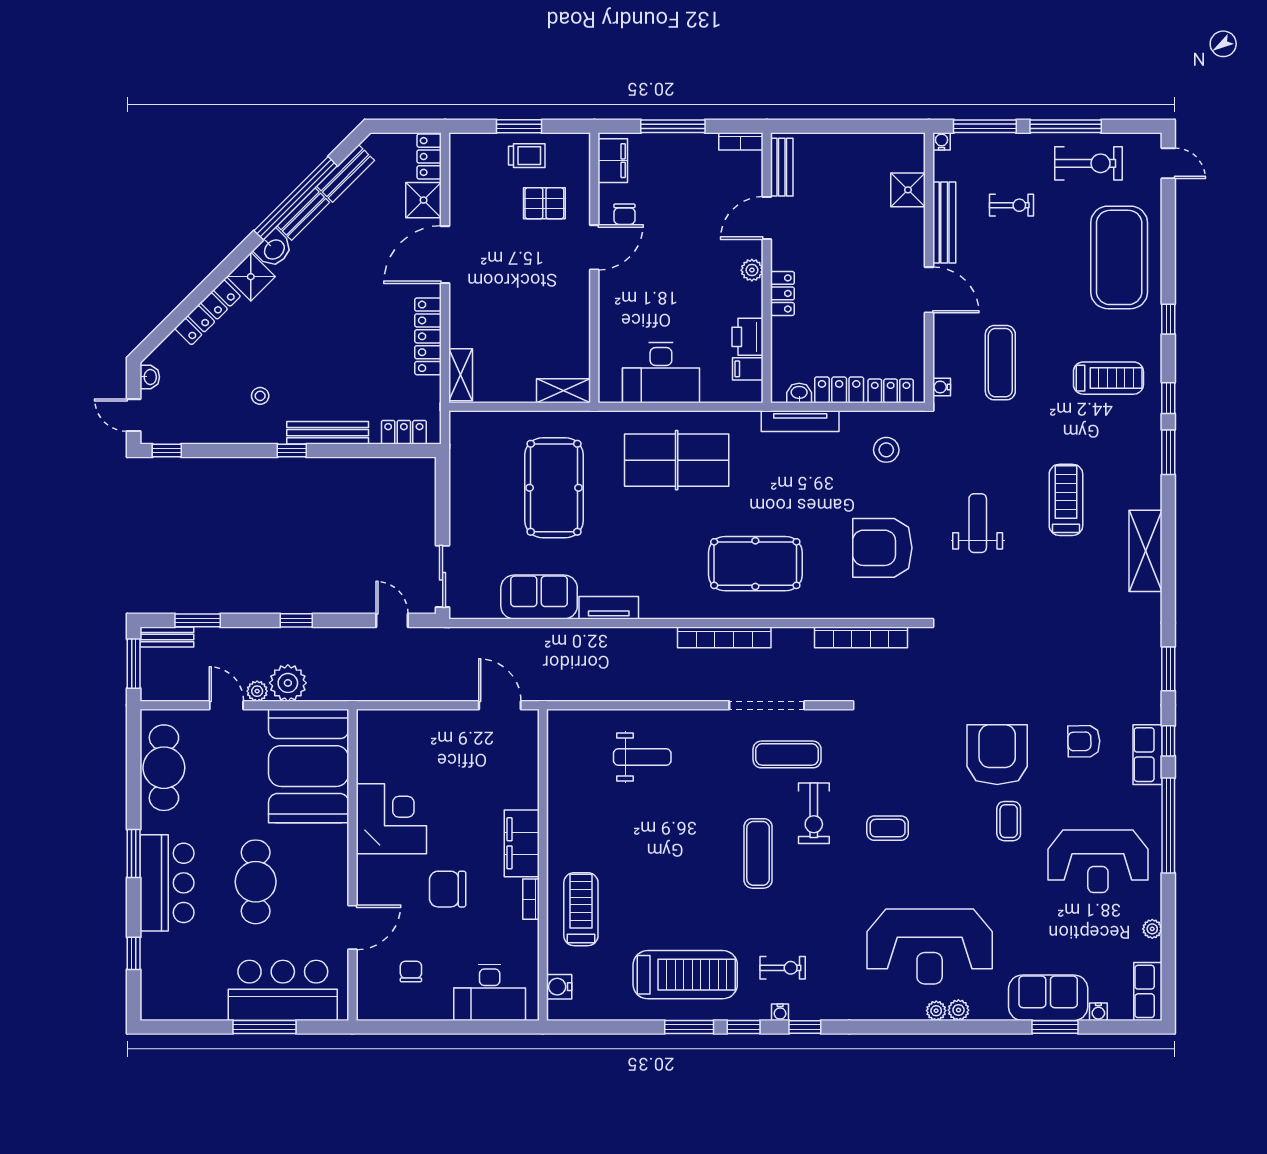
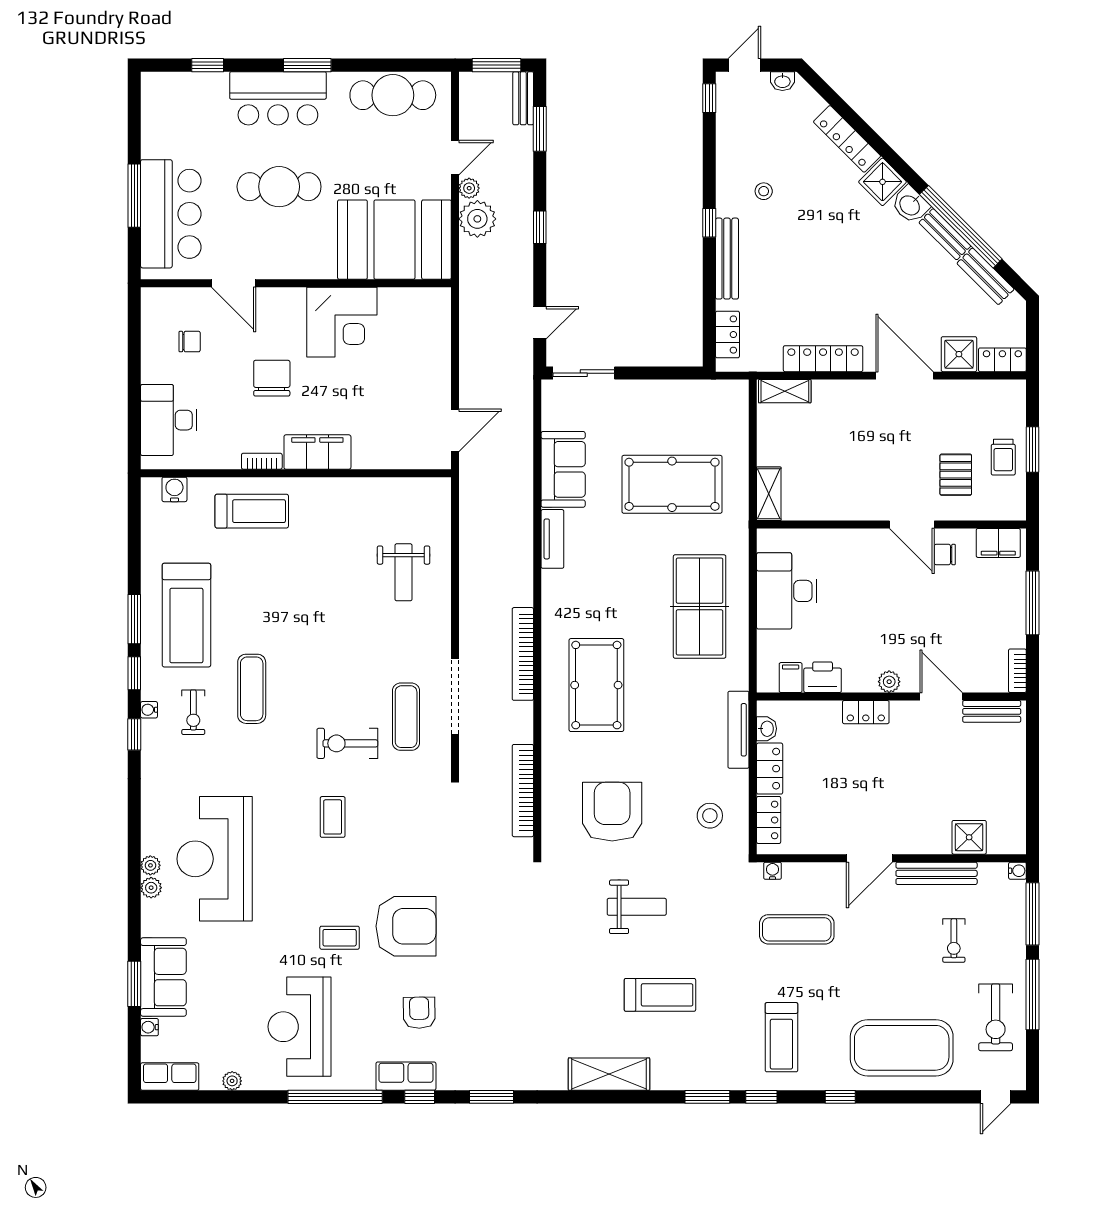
exercise mat: (758, 853) -> (252, 689), moved, turned 90

